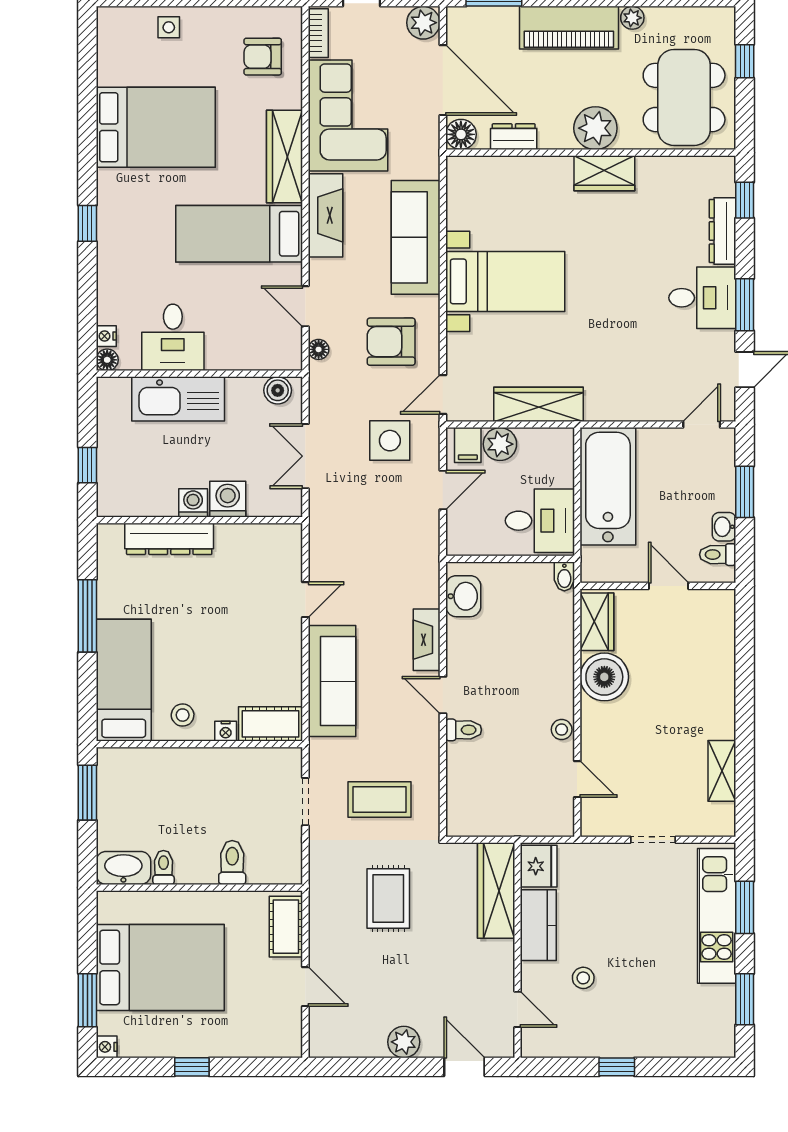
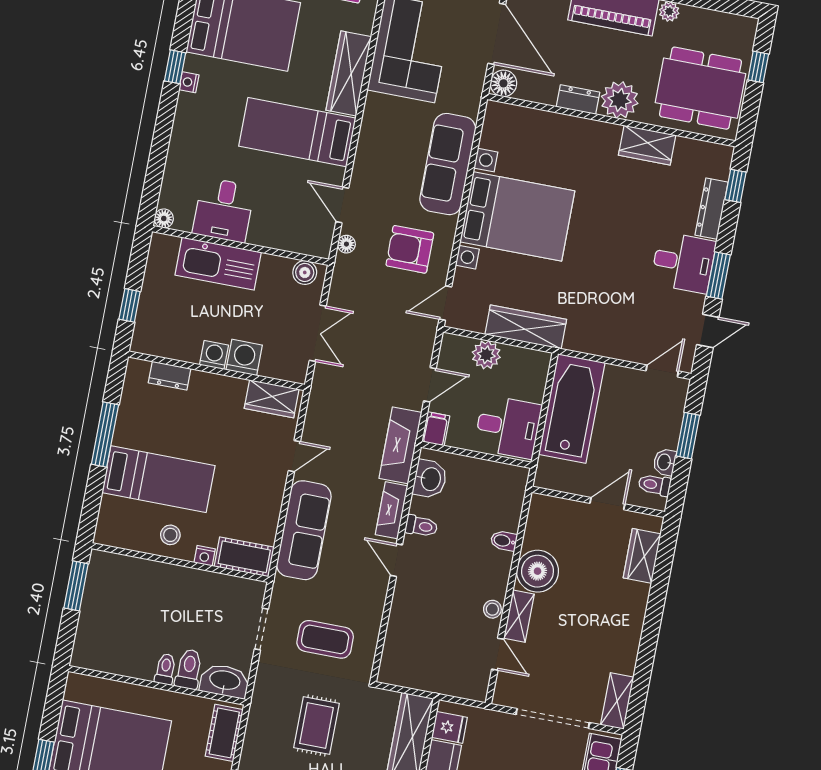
dining table: (684, 97) -> (700, 88), turned 90
dresser: (514, 137) -> (578, 100), moved
wardrobe: (604, 173) -> (647, 145), moved
fireplace: (326, 215) -> (400, 445), moved, turned 180
window: (87, 223) -> (175, 67), moved
bed with nightstands: (505, 281) -> (517, 216), width x1.36
nightstand: (106, 336) -> (189, 82), moved
side table: (390, 441) -> (393, 334), removed
filing cabinet: (468, 445) -> (436, 429), moved, turned 180
double door: (305, 456) -> (318, 333), swing flipped
dresser: (169, 539) -> (170, 376), width x0.51, depth x0.80
wardrobe: (268, 540) -> (272, 399), added
bidet: (564, 577) -> (504, 541), moved, turned 90
door: (669, 586) -> (607, 504), hinge flipped
wardrobe: (597, 622) -> (642, 556), moved, turned 180
bed: (124, 680) -> (158, 479), moved, turned 90
toilet: (464, 730) -> (421, 526), moved
shelving: (593, 732) -> (519, 616), added
shelving: (722, 771) -> (617, 701), moved
doorway: (653, 840) -> (553, 718), width x1.88
fridge: (539, 866) -> (449, 727), width x0.72
toilet: (163, 867) -> (165, 669), moved
washbasin: (123, 868) -> (225, 681), moved

